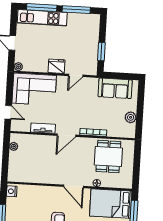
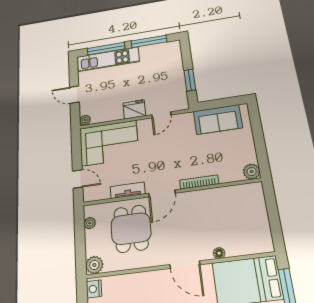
plant: (131, 117) -> (252, 172), moved
dining table: (108, 156) -> (131, 229), moved
plant: (14, 176) -> (94, 265), added

